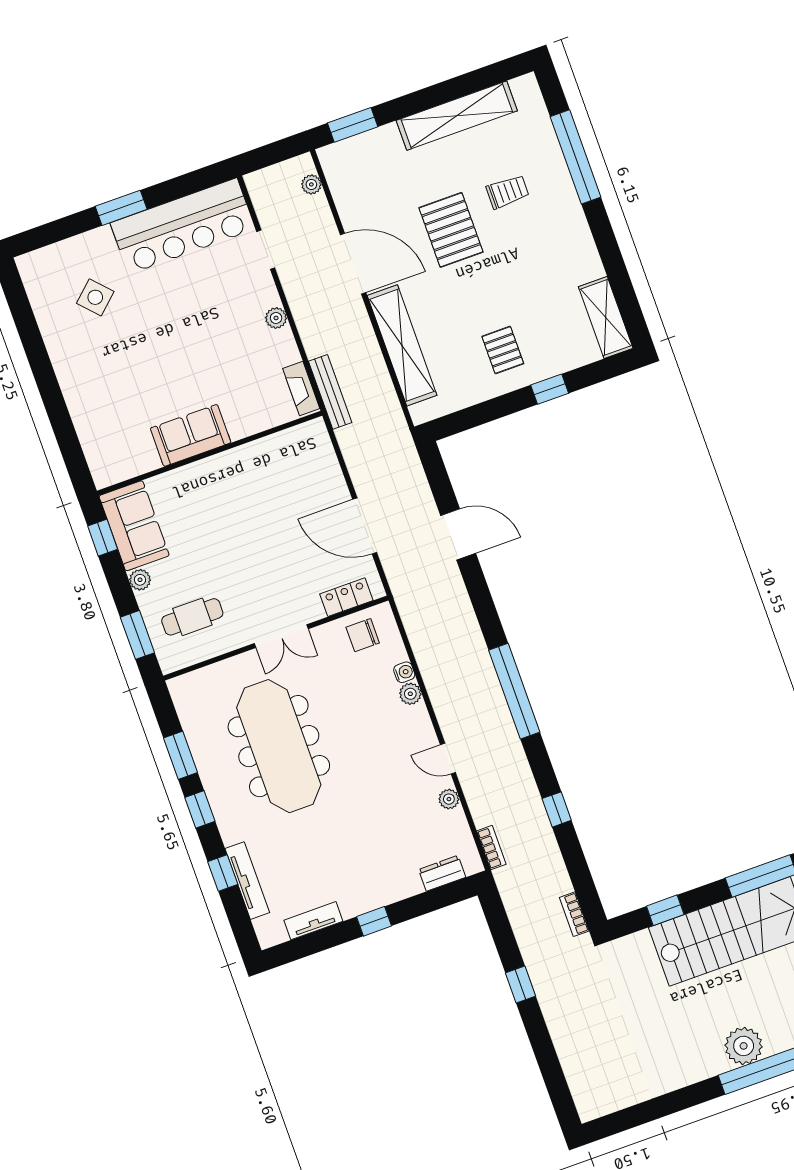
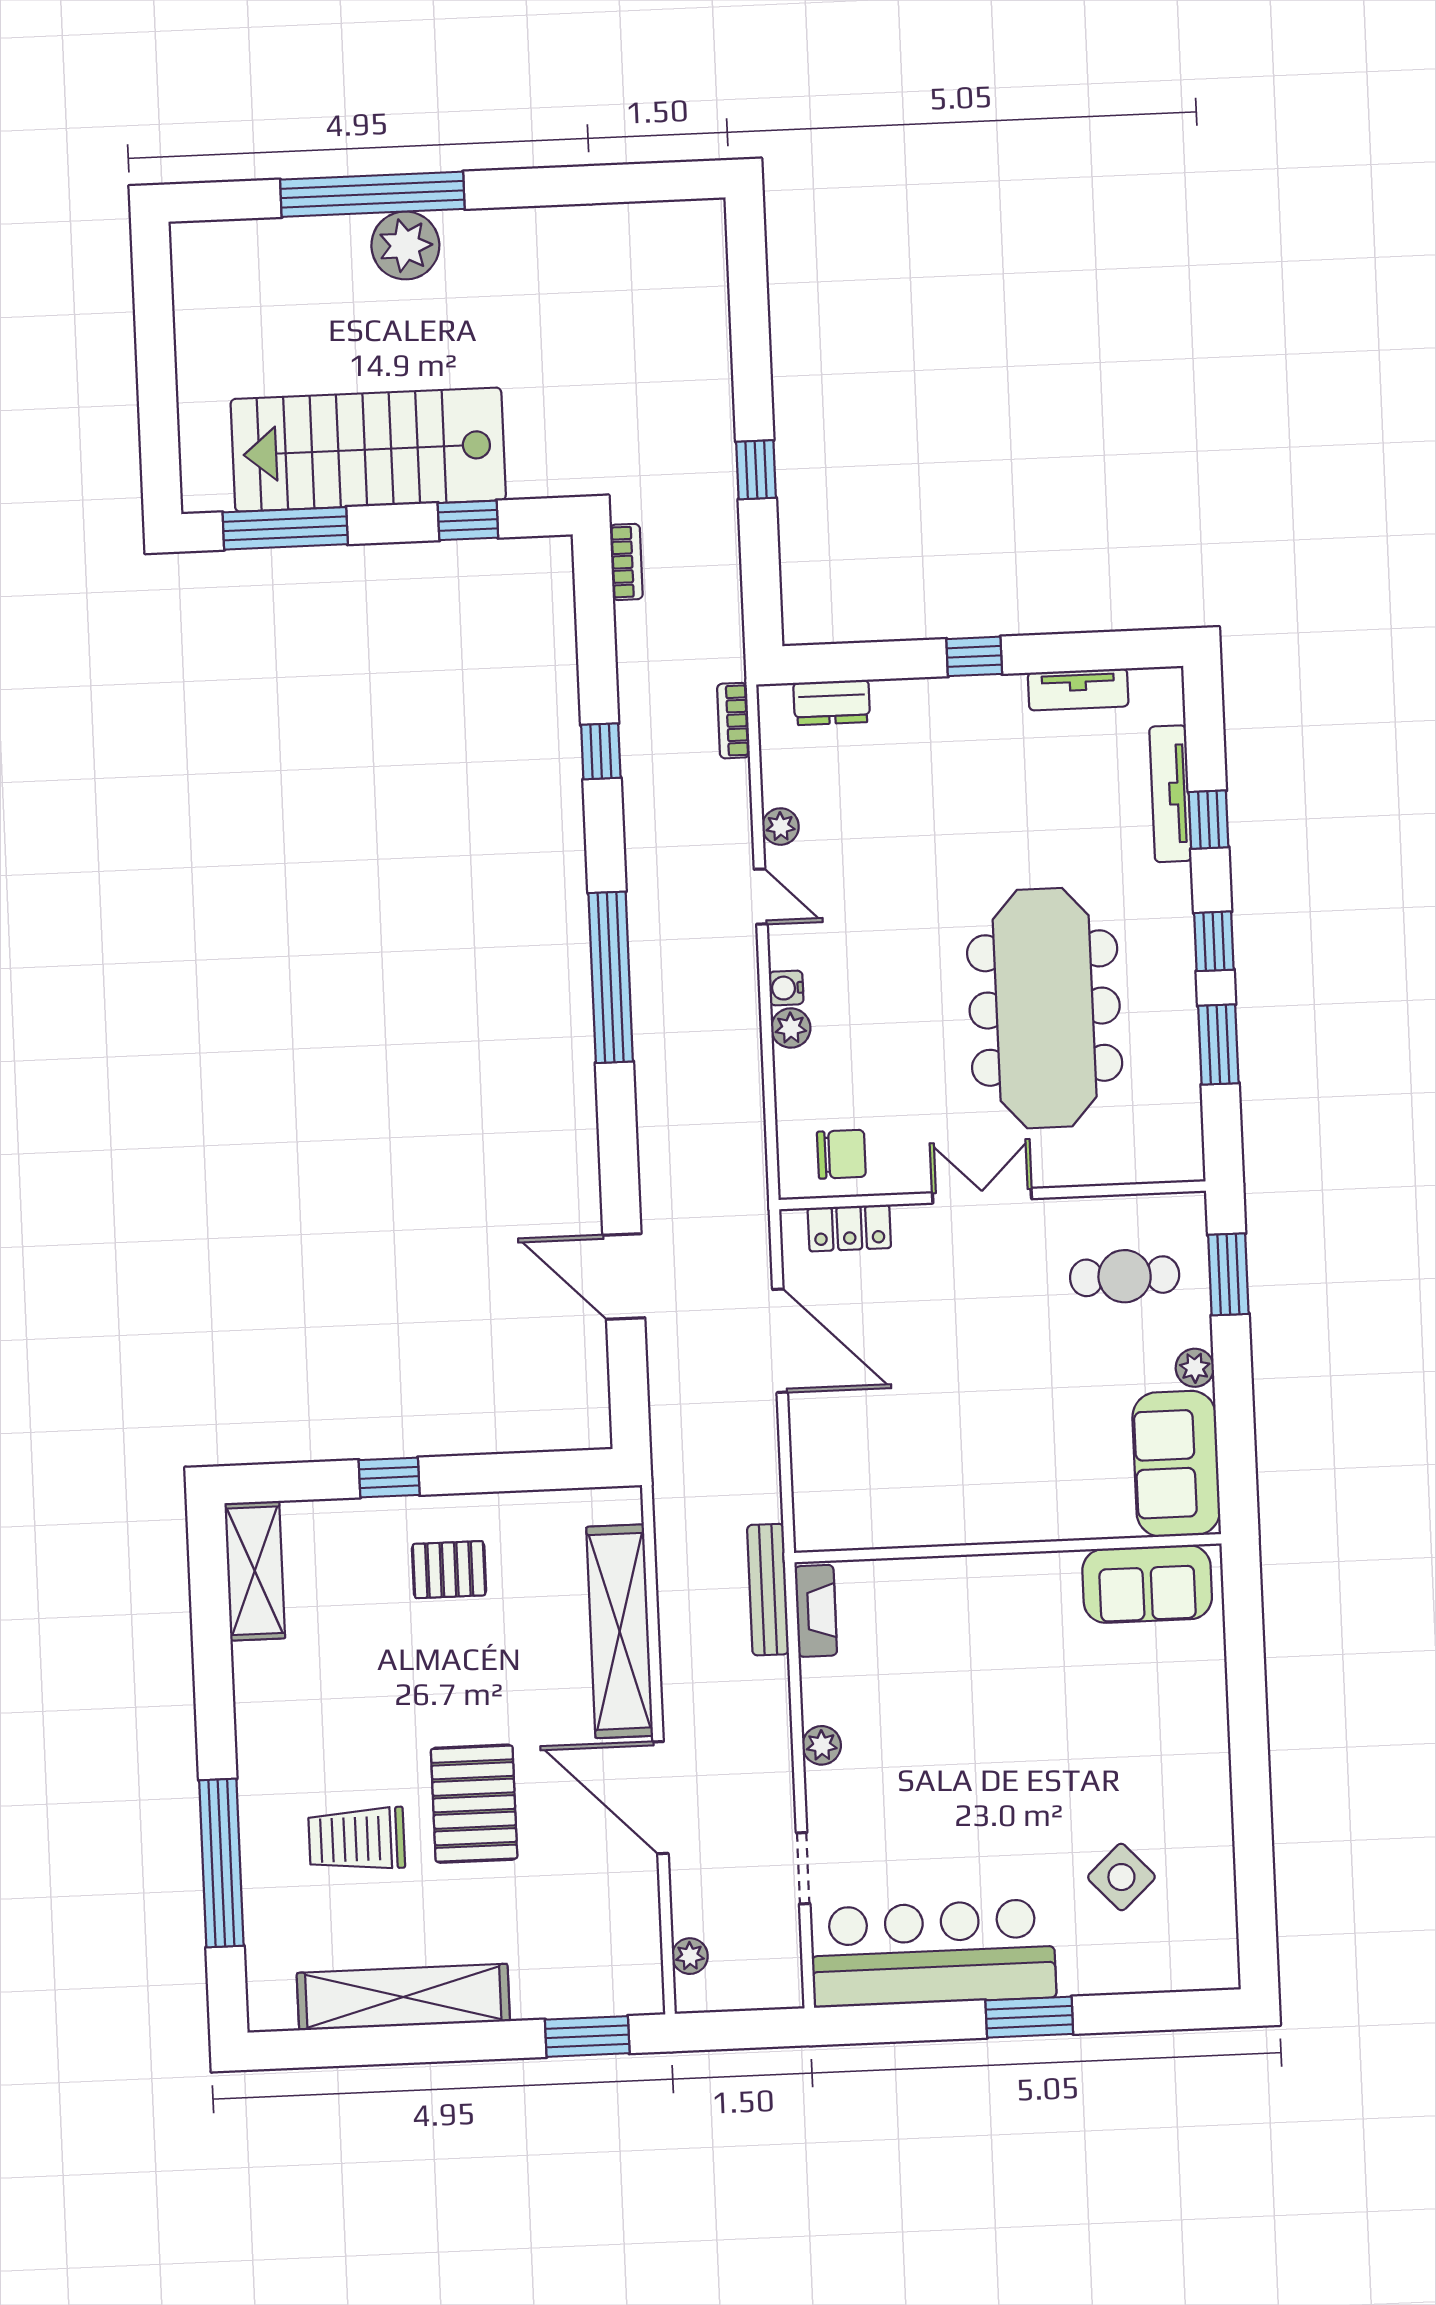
trolley: (507, 192) -> (357, 1839), width x1.36, depth x1.39
pallet: (503, 350) -> (449, 1570), turned 90
sofa: (191, 435) -> (1147, 1584), moved
window: (103, 538) -> (1237, 1460), removed
water cooler: (404, 672) -> (786, 988), moved

